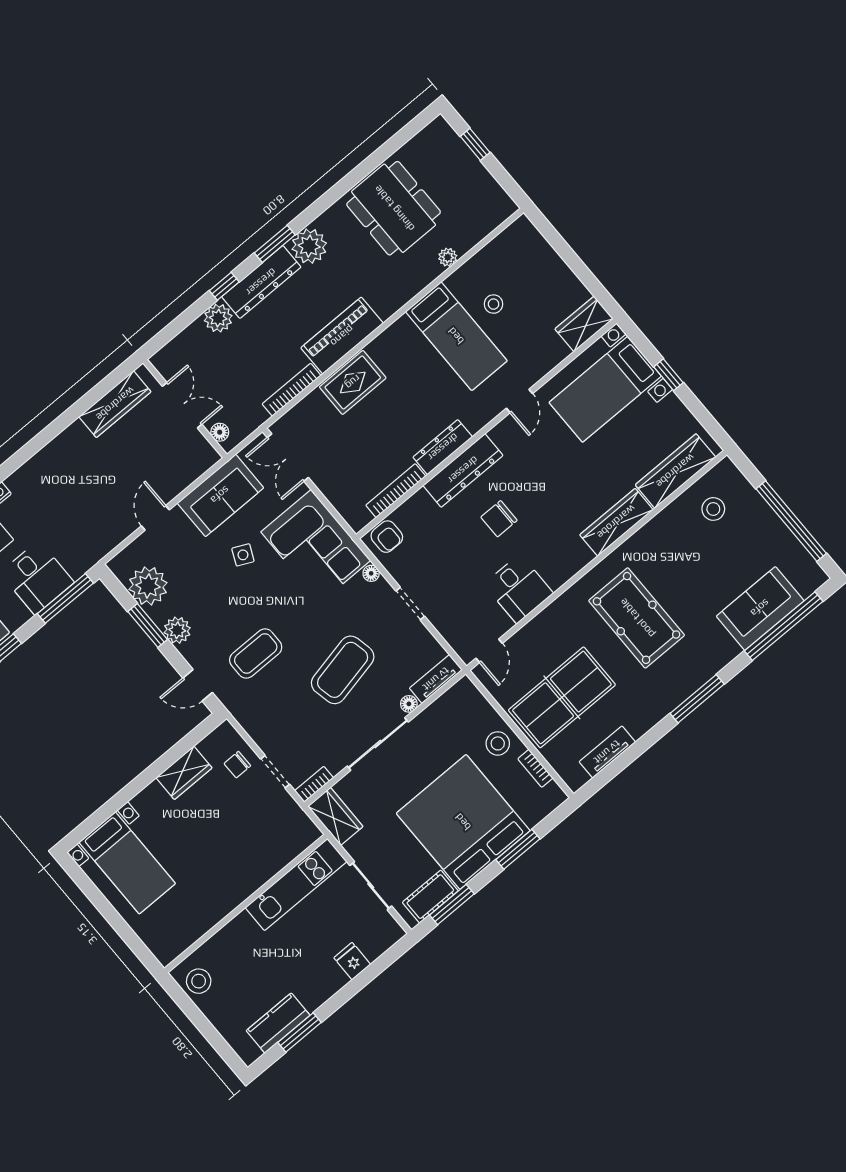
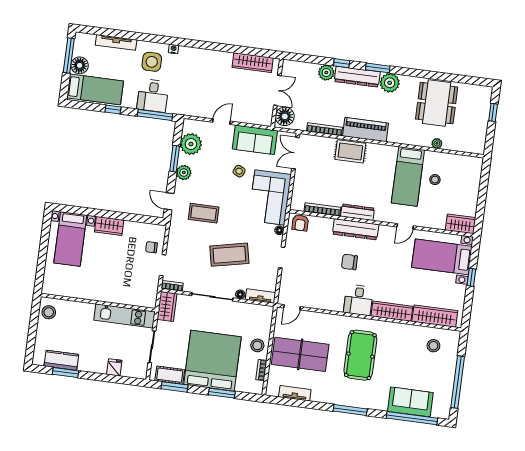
floor lamp: (220, 432) -> (285, 116), width x1.89, depth x1.89
desk: (518, 589) -> (358, 300), moved
wardrobe: (184, 773) -> (109, 226), moved

